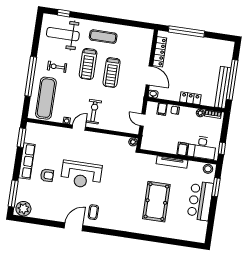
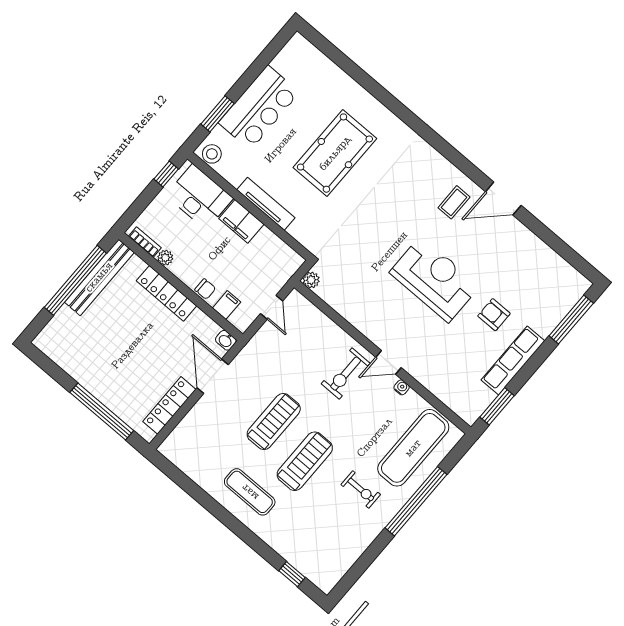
weight bench: (63, 34) -> (316, 539), removed
locker: (190, 98) -> (167, 293), width x1.53
filing cabinet: (182, 149) -> (241, 221), width x2.00
plant: (23, 209) -> (570, 283), removed

